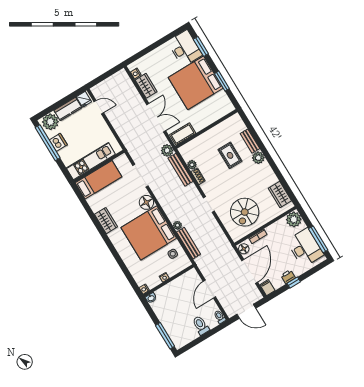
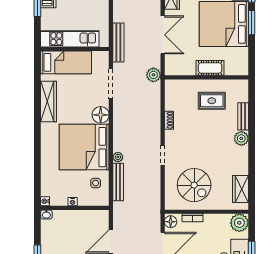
window: (222, 81) -> (252, 23), moved
cot: (183, 134) -> (210, 68), moved
rug: (230, 155) -> (212, 101), moved, turned 90
plant: (192, 165) -> (170, 105), removed
bench: (180, 170) -> (118, 43), moved
spiral stairs: (245, 212) -> (194, 185), turned -90
wardrobe: (106, 221) -> (48, 102), width x1.50

